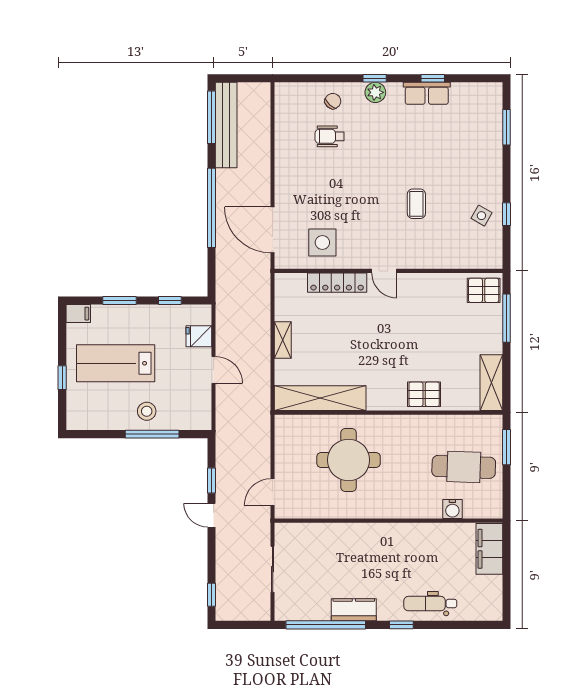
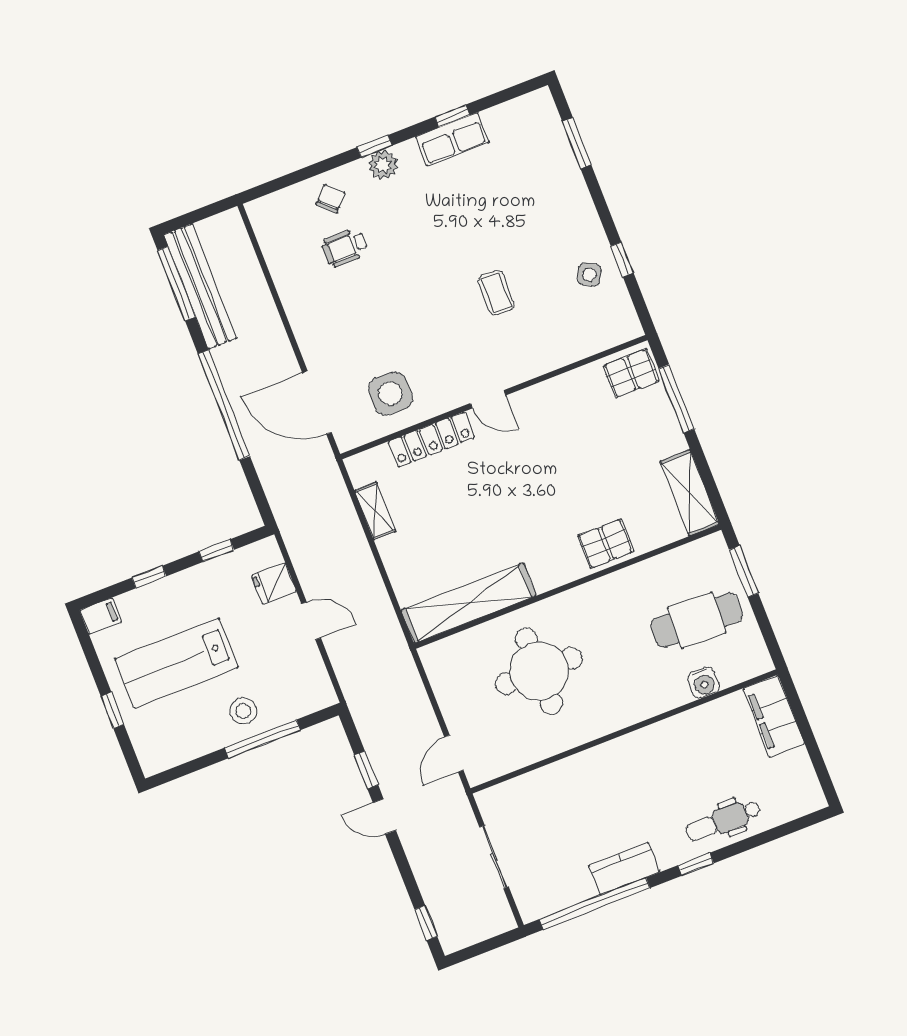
window: (120, 300) -> (149, 577), width x0.67
shelving: (283, 340) -> (375, 511), moved

